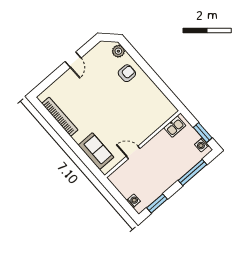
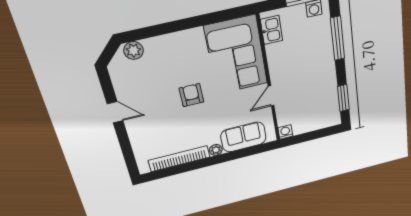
armchair: (127, 73) -> (191, 95), moved
corner sofa: (148, 114) -> (236, 55), added
plant: (78, 138) -> (216, 150), added
washing machine: (133, 201) -> (285, 132), moved

